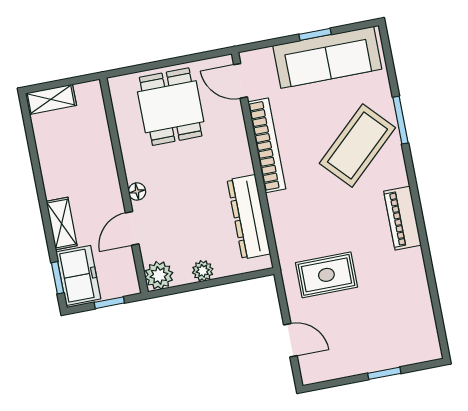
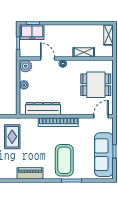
bookcase: (267, 145) -> (58, 122), moved
coffee table: (357, 146) -> (64, 160), turned 43
shelving: (62, 224) -> (84, 52), moved

